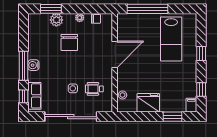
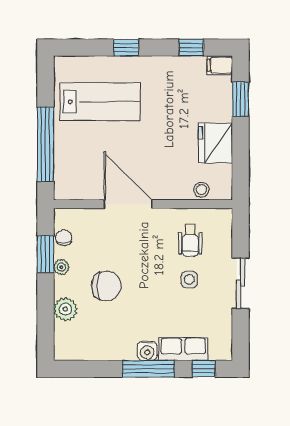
window: (51, 9) -> (45, 254), moved
row of seats: (34, 96) -> (183, 349), moved
sliding door: (71, 117) -> (241, 283), width x0.54

